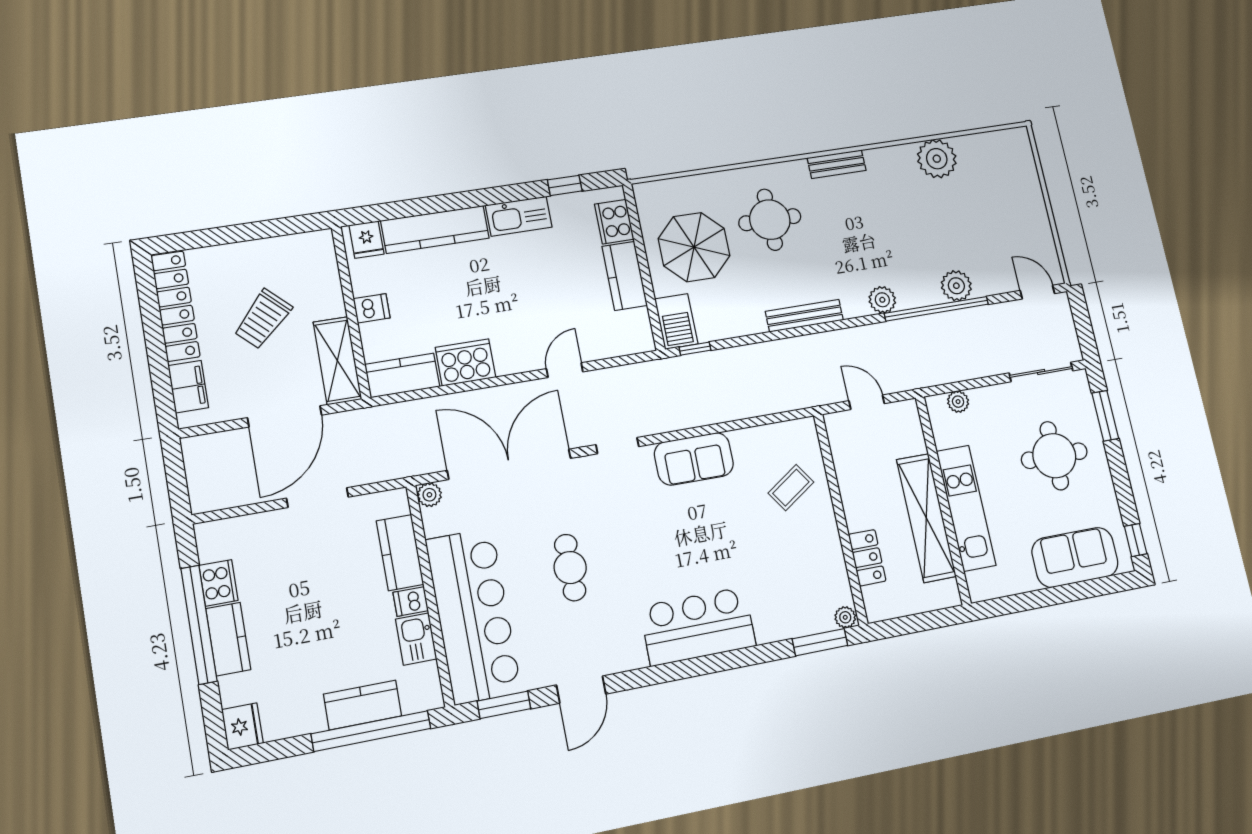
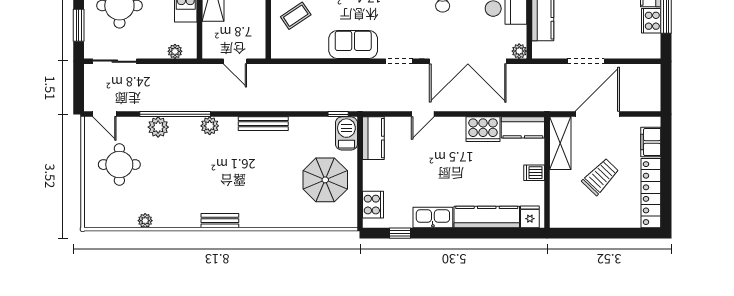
plant: (937, 159) -> (145, 221), width x0.53, depth x0.53
round table: (770, 220) -> (119, 165), moved
kitchen counter: (625, 276) -> (373, 138), moved

